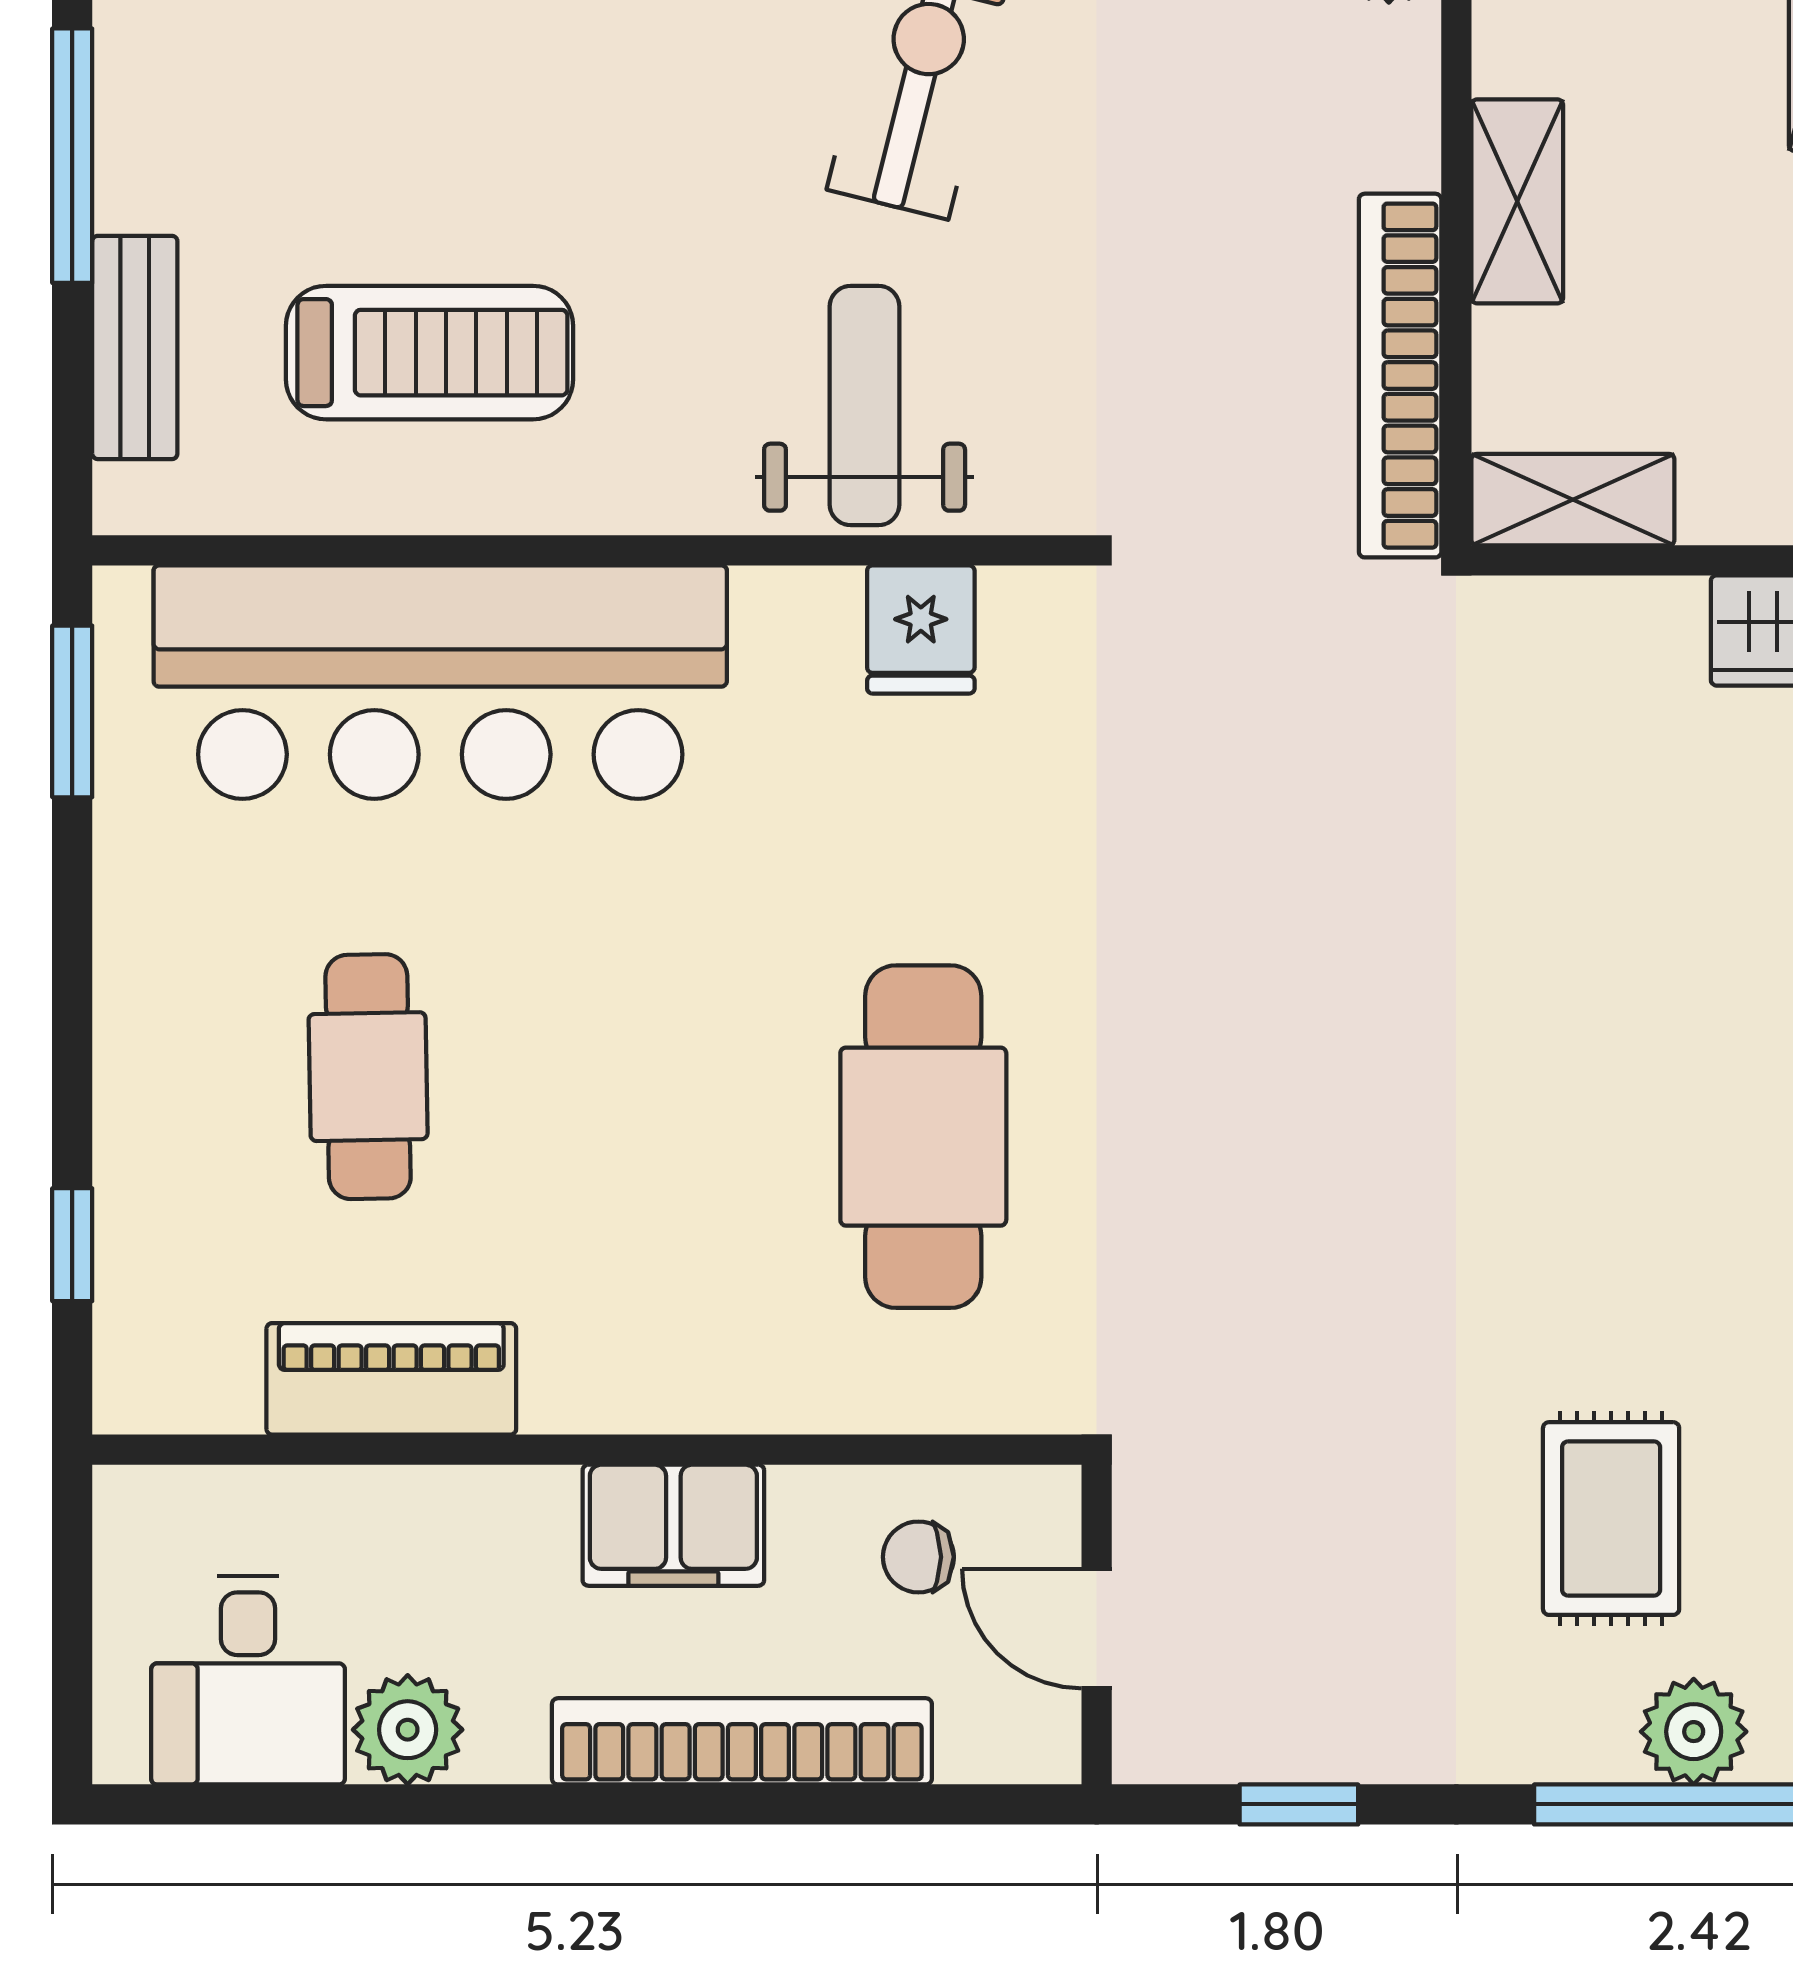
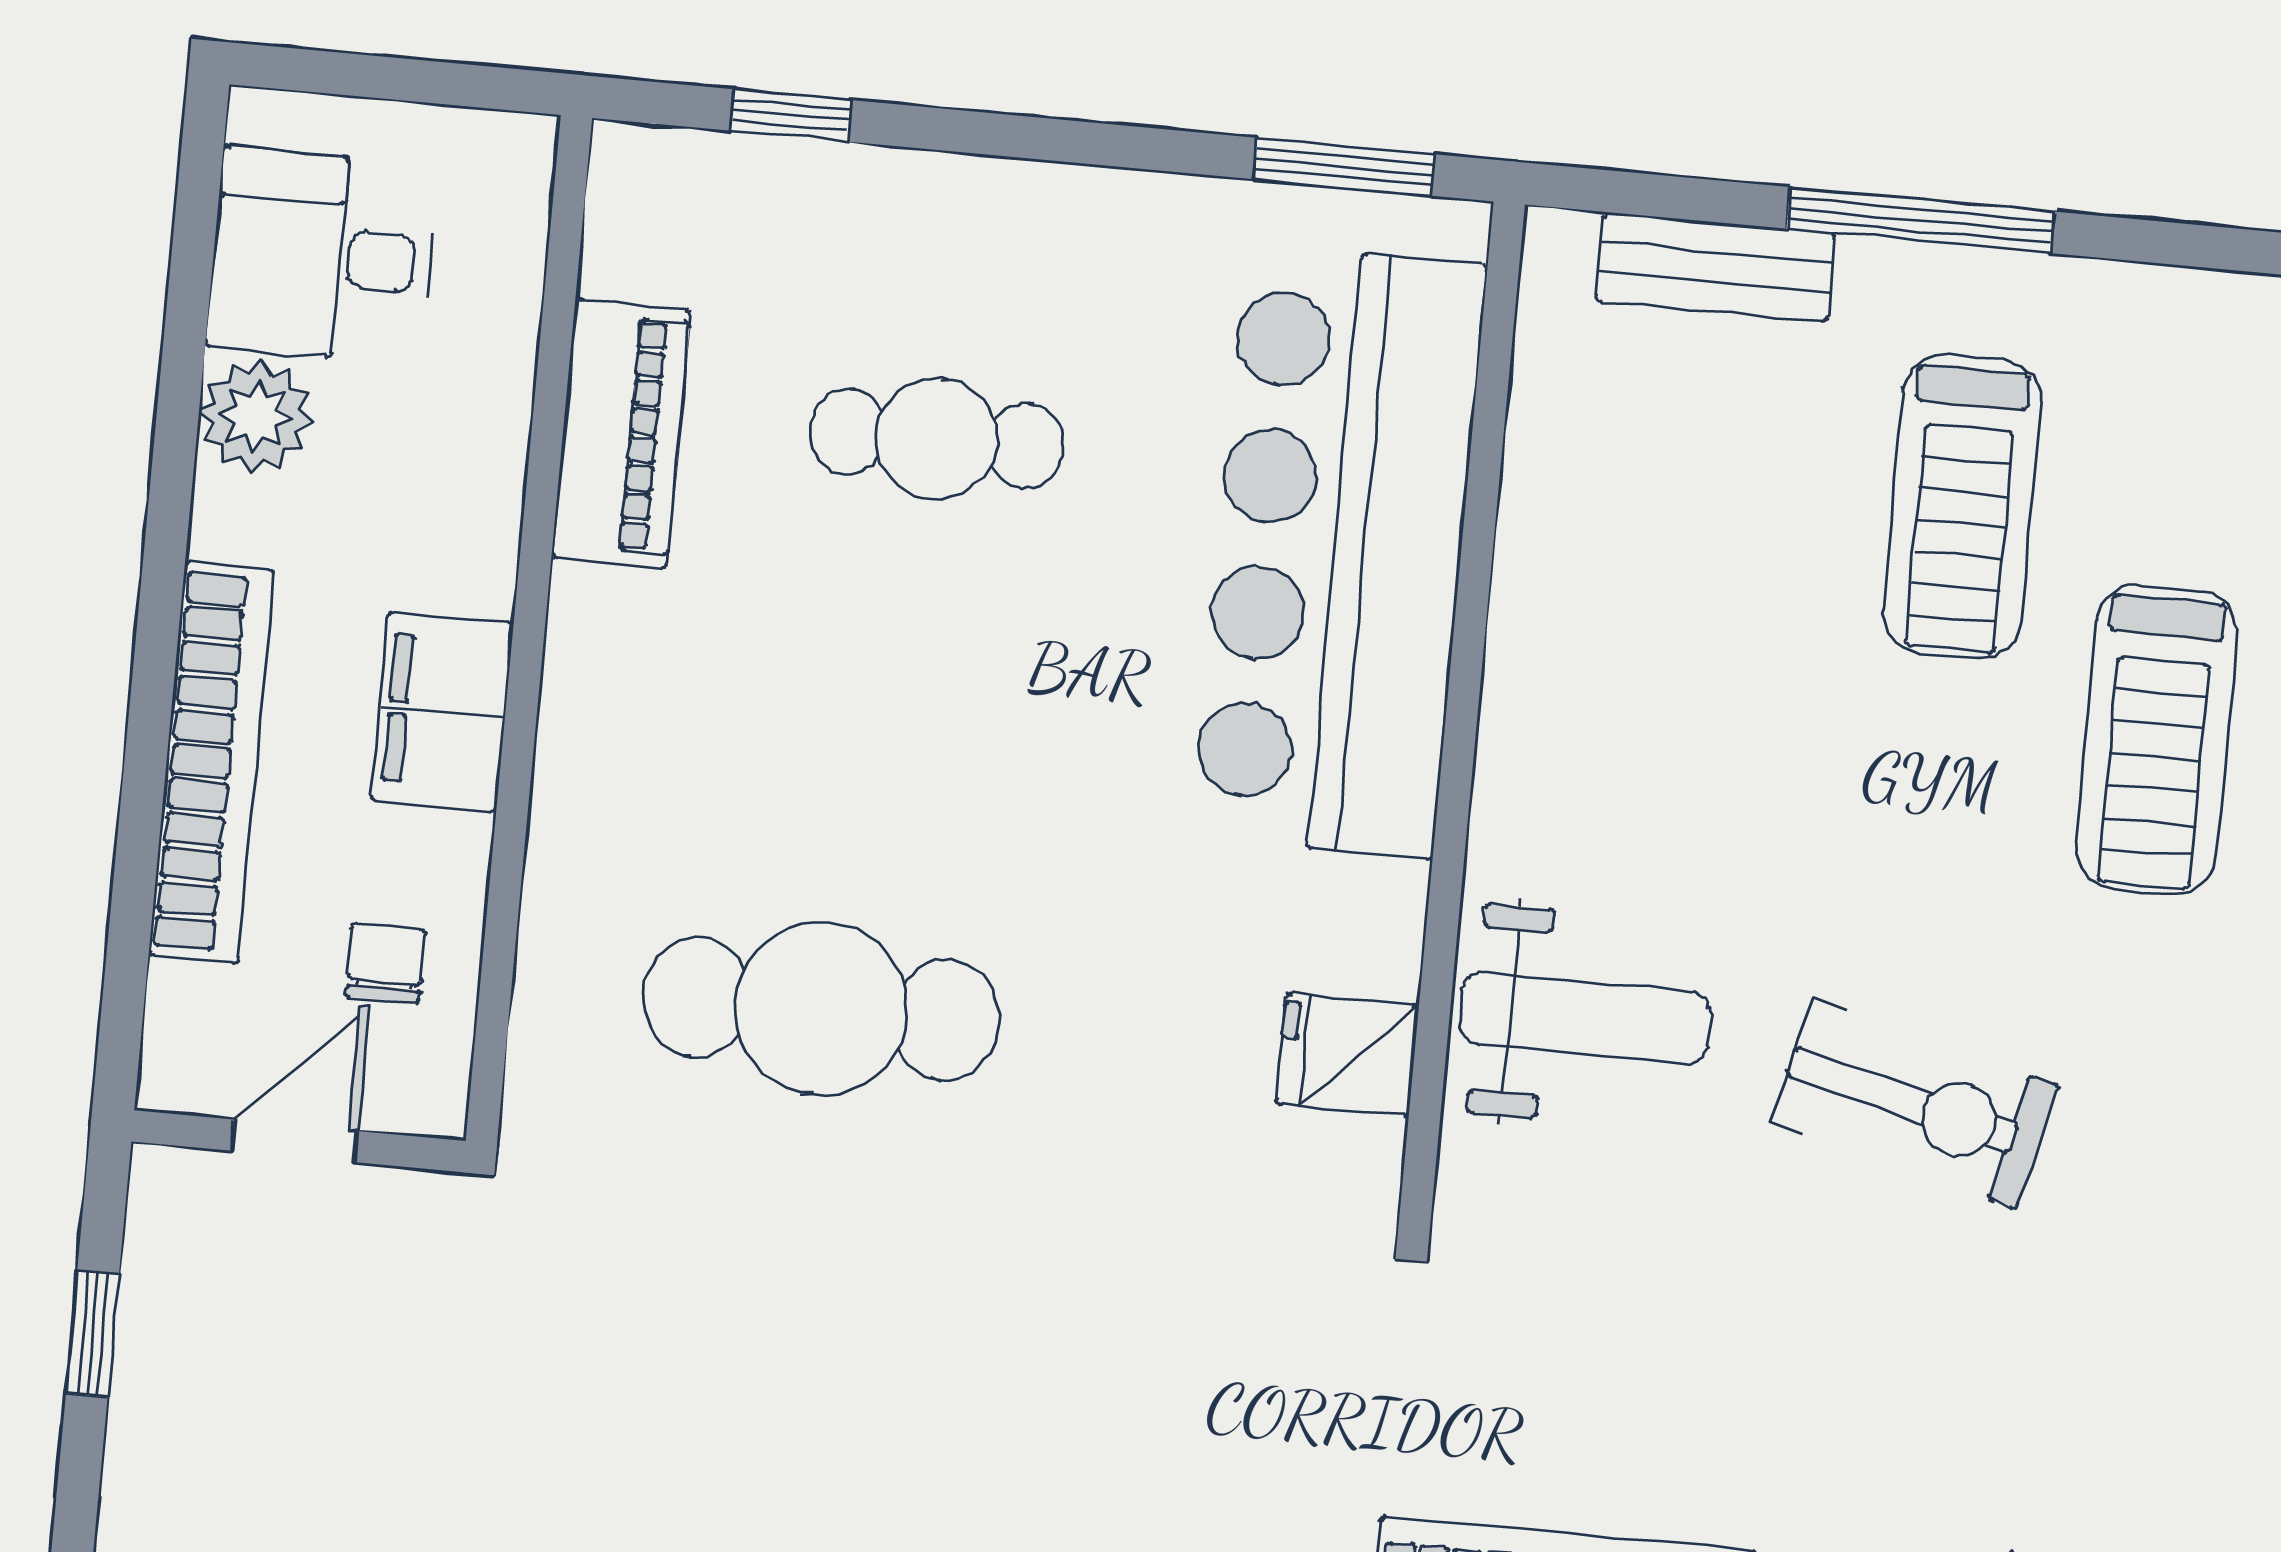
treadmill: (430, 353) -> (1962, 506), moved

